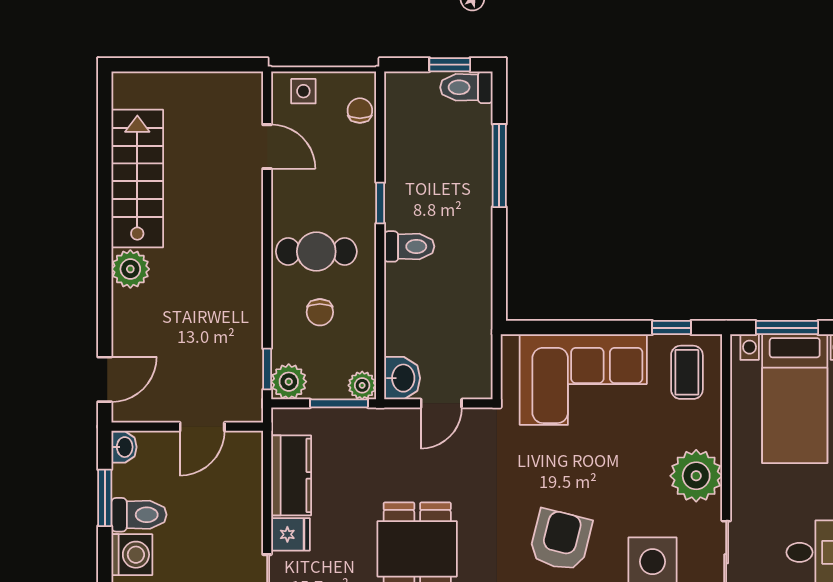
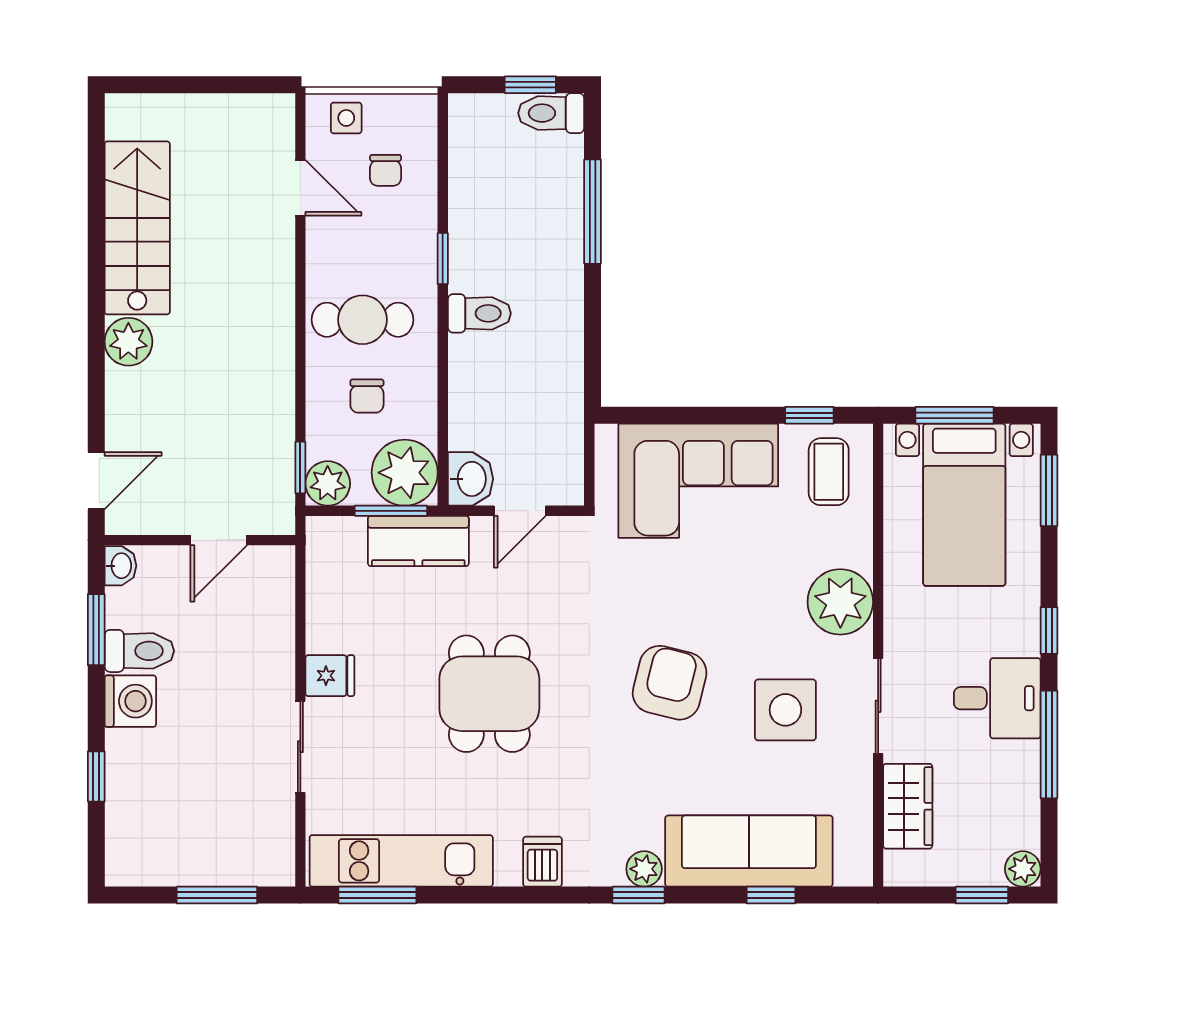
chair: (360, 111) -> (386, 170), moved, turned 180
plant: (362, 385) -> (405, 473), width x1.88, depth x1.88
kitchen counter: (291, 475) -> (418, 541), moved, turned 90

